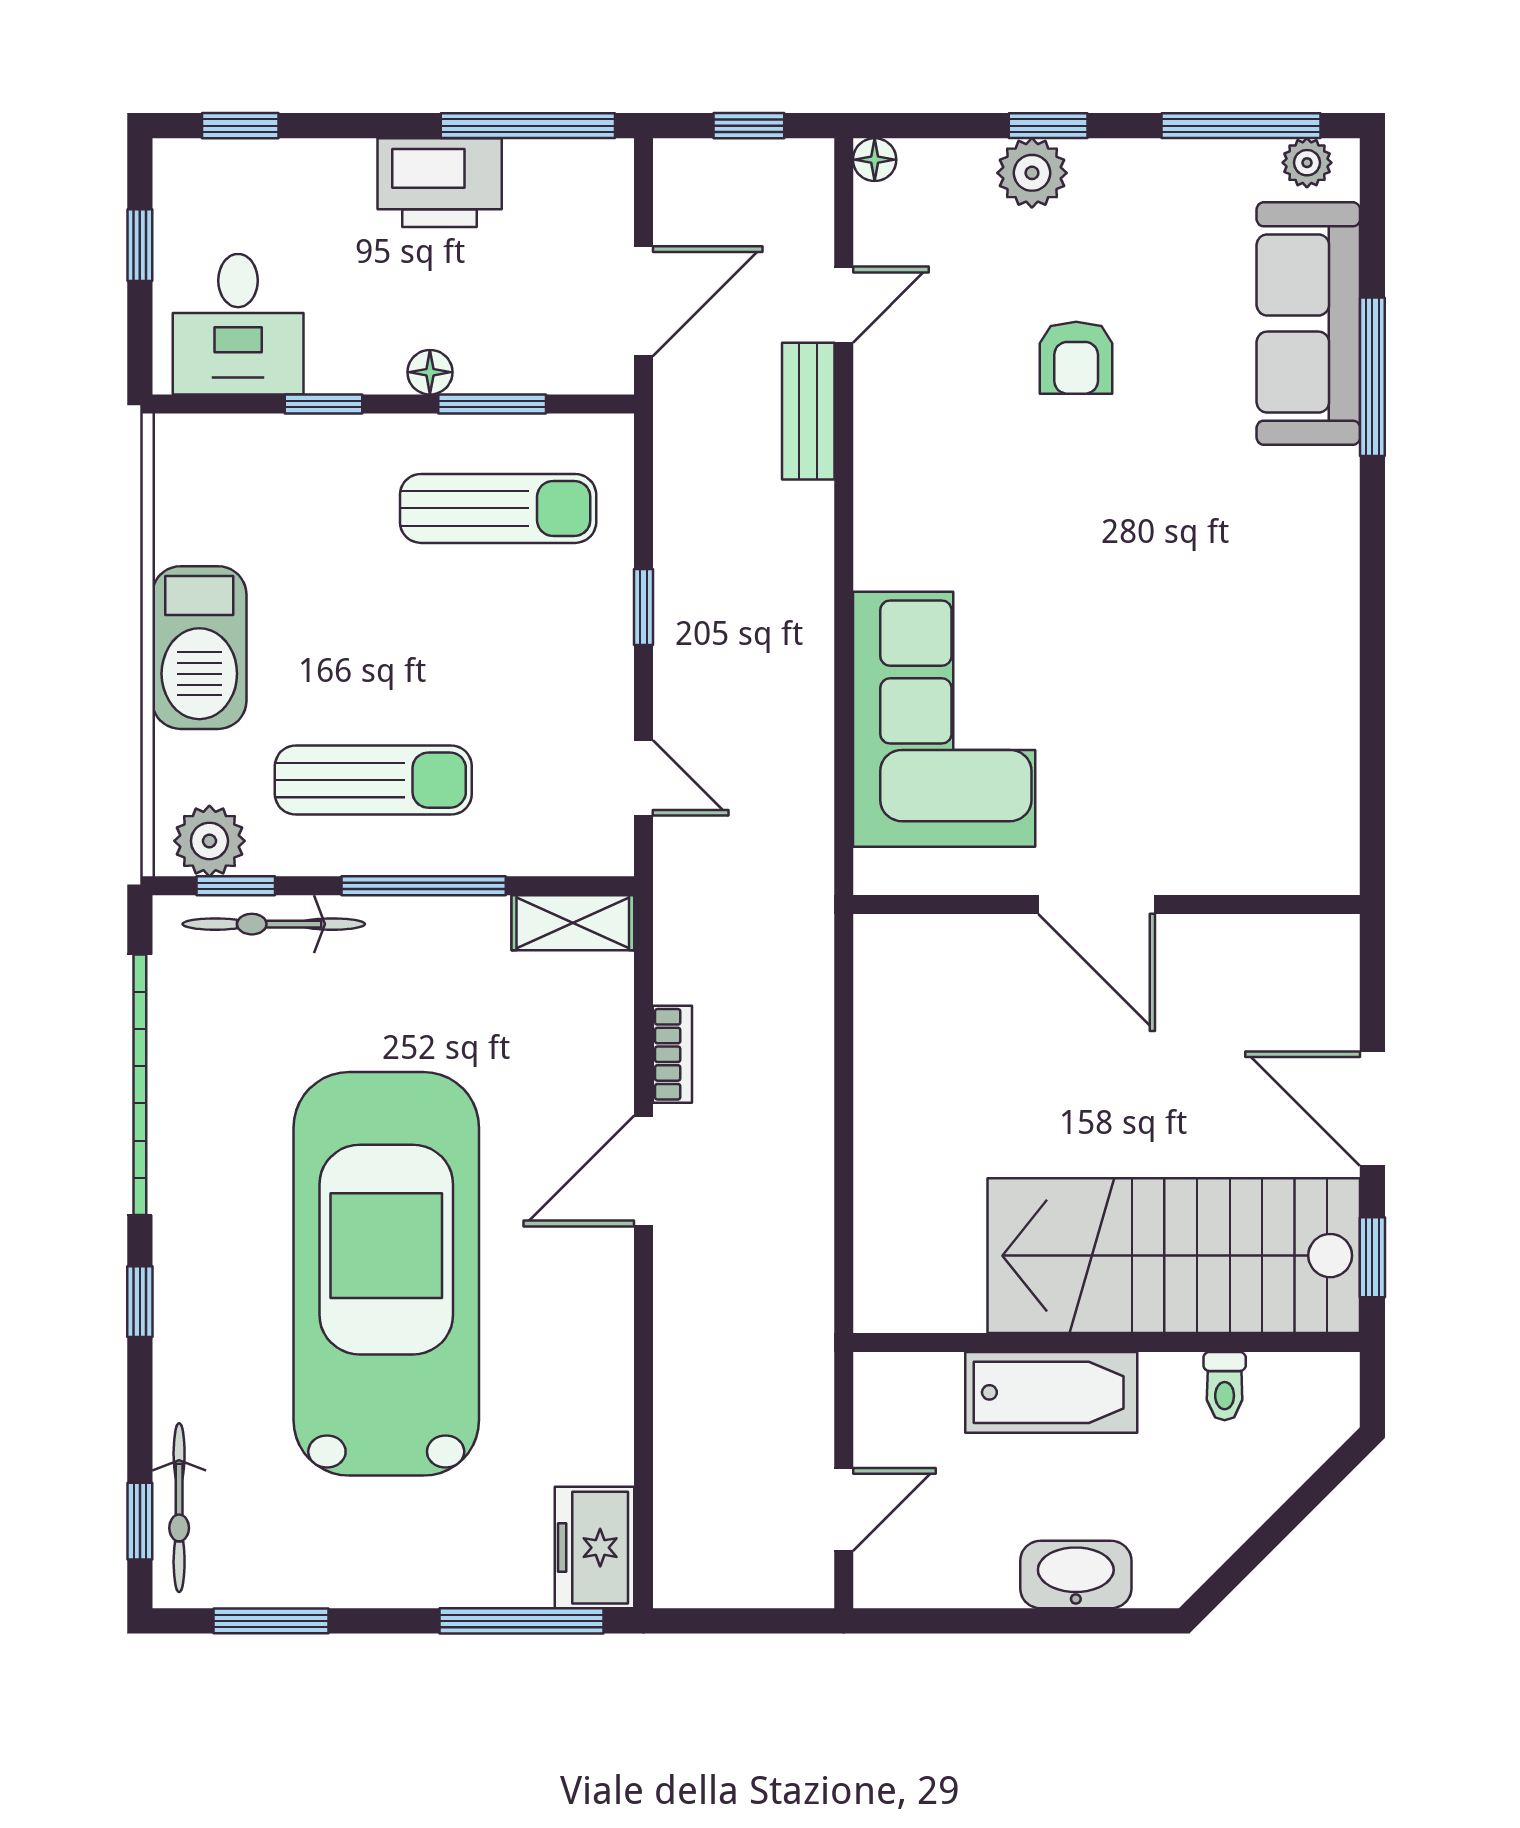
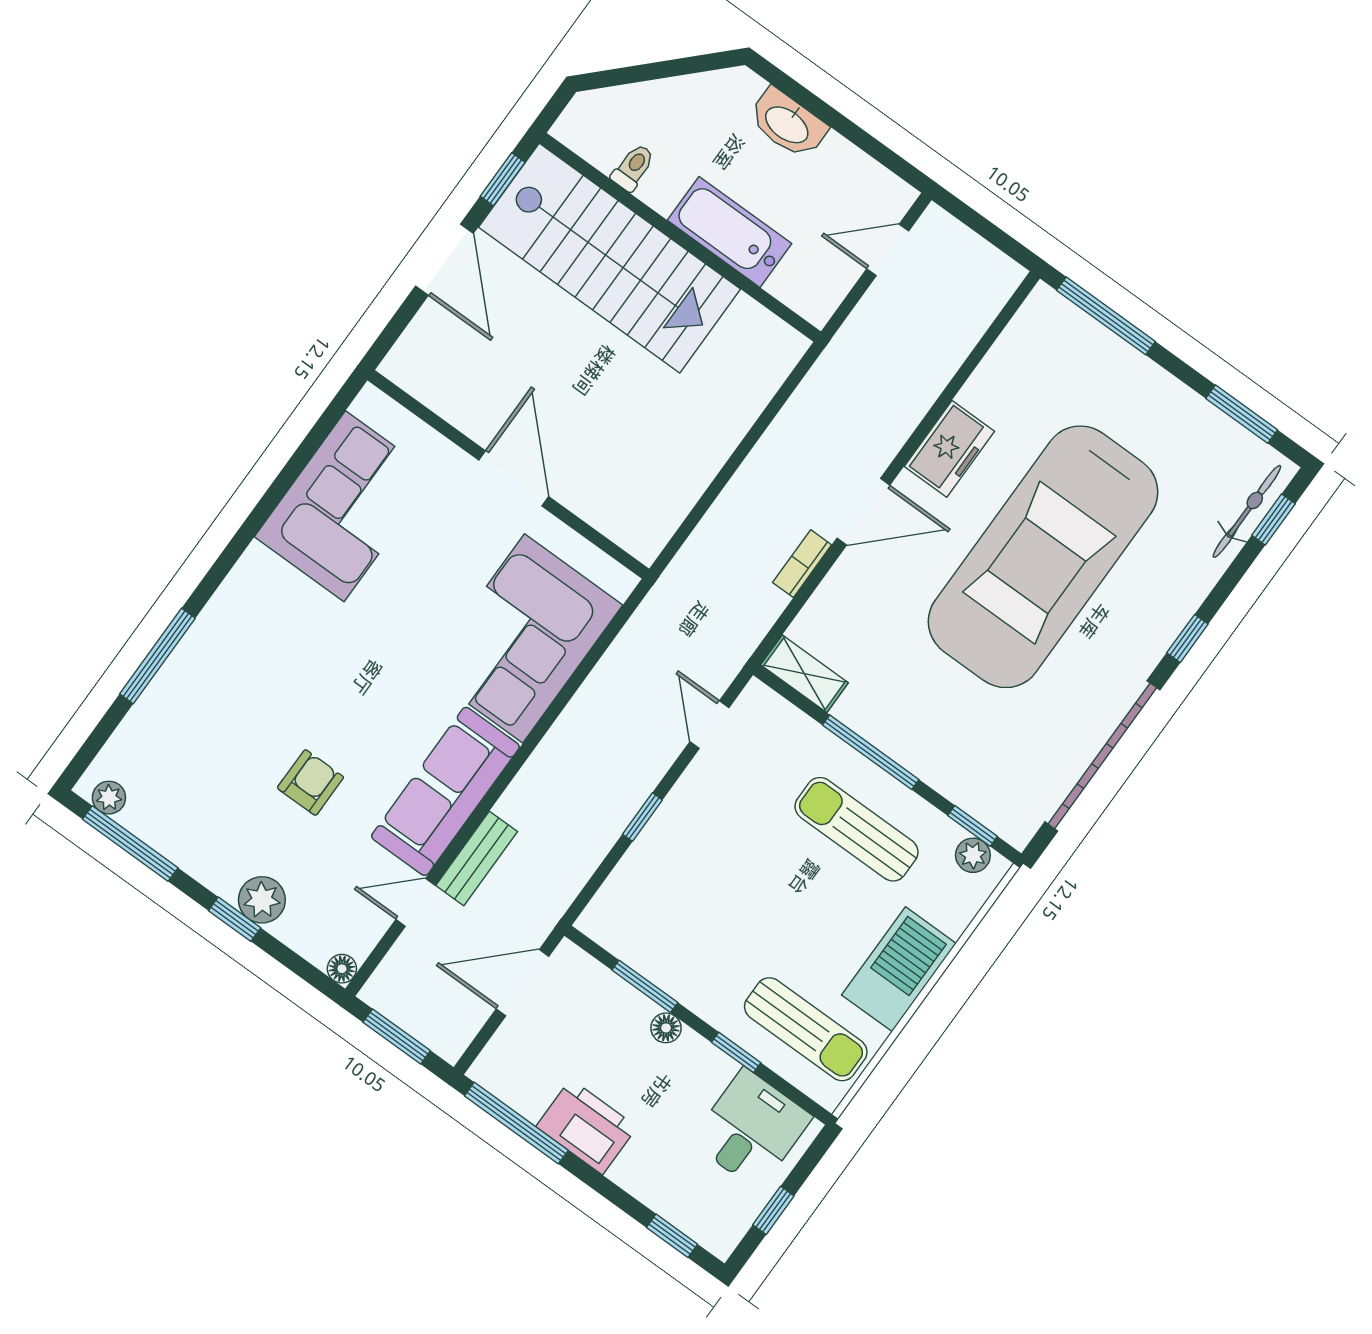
window: (749, 126) -> (397, 1036), width x1.50
sofa: (1308, 324) -> (445, 791), moved, turned 180
sun lounger: (498, 508) -> (806, 1029), moved, turned 180
corner sofa: (1277, 723) -> (345, 506), added
plant: (209, 841) -> (973, 855), width x0.73, depth x0.73
bicycle: (274, 924) -> (967, 790), removed
freezer: (595, 1548) -> (949, 449), moved

